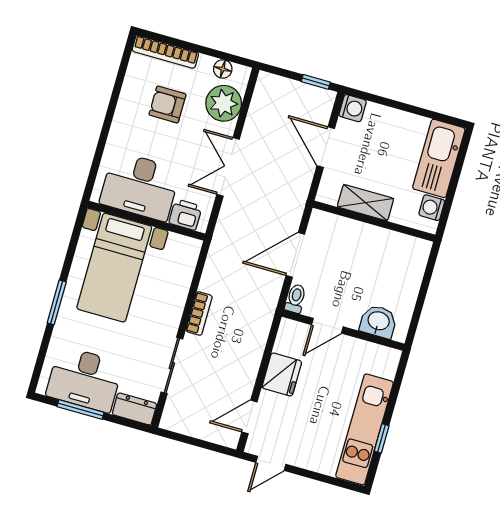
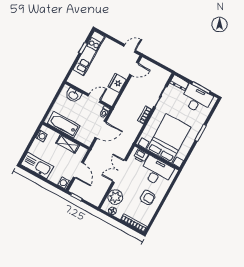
armchair: (168, 104) -> (148, 197), moved
kitchen sink: (439, 158) -> (37, 166), moved, turned -90
double door: (228, 167) -> (119, 171), swing flipped
bathtub: (386, 246) -> (64, 125), added
bed with nightstands: (114, 268) -> (169, 138), width x1.36

